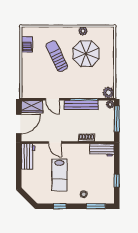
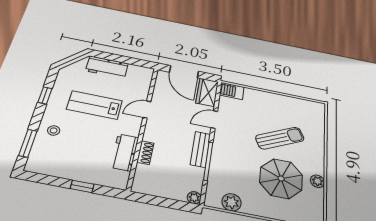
barbecue: (27, 44) -> (232, 91), moved
plant: (108, 93) -> (232, 202), moved
bench: (81, 105) -> (200, 149), width x0.73
window: (117, 119) -> (168, 203), removed
workbench: (102, 150) -> (124, 152), moved
workbench: (28, 156) -> (107, 67), moved
window: (117, 181) -> (82, 186), moved

